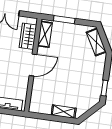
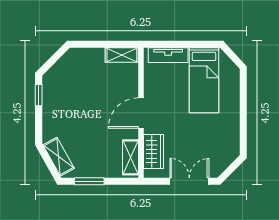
window: (64, 20) -> (89, 181), moved
shelving: (64, 112) -> (122, 55), moved

